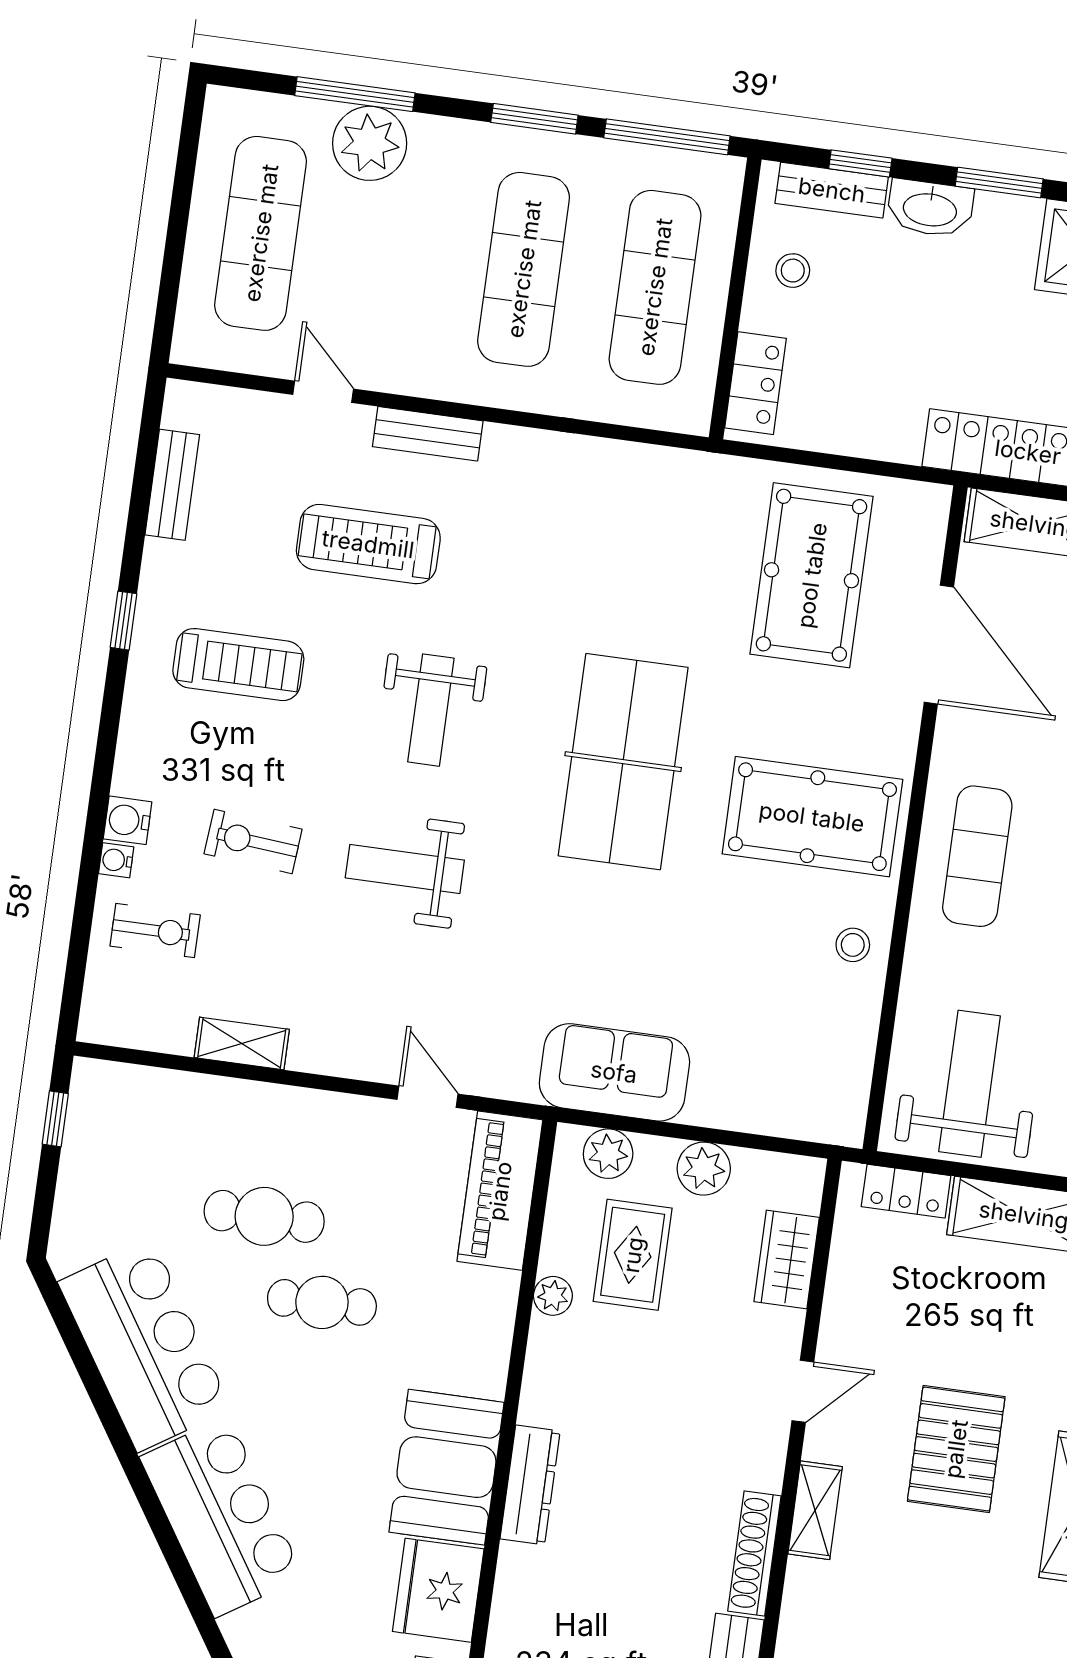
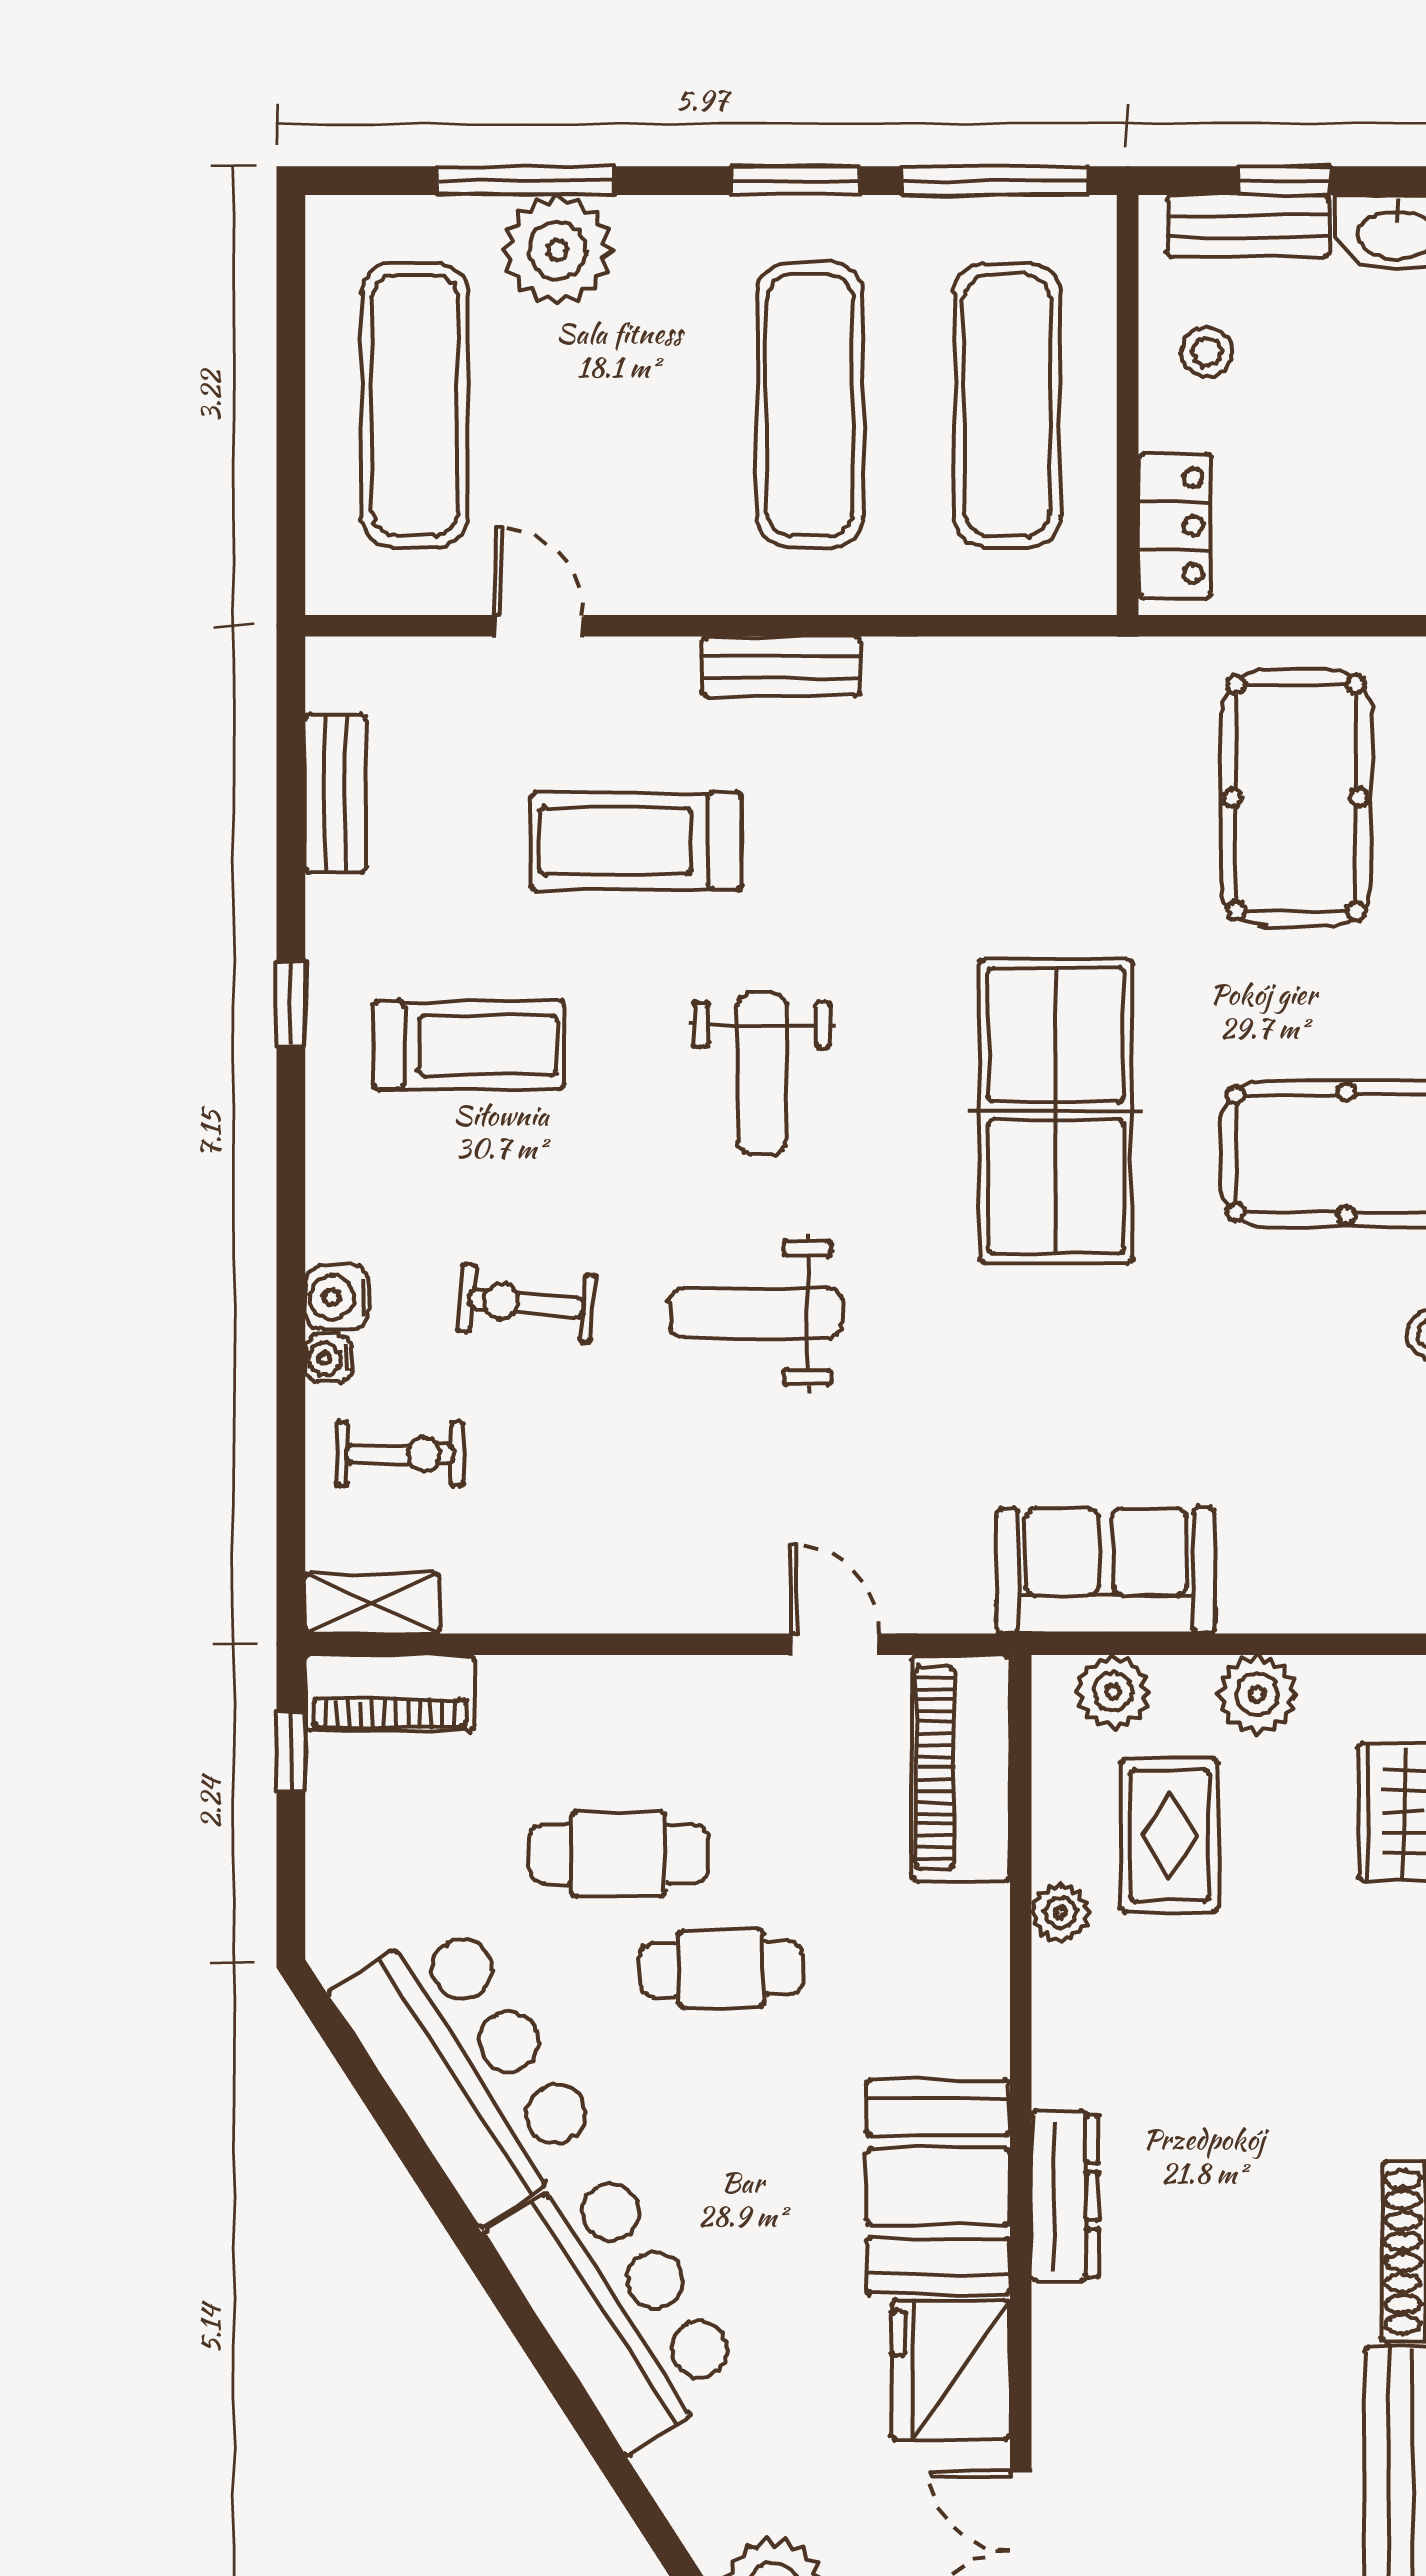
bench: (428, 434) -> (781, 667), moved
shelving: (242, 1043) -> (372, 1603), moved
piano: (127, 1088) -> (390, 1693), added

